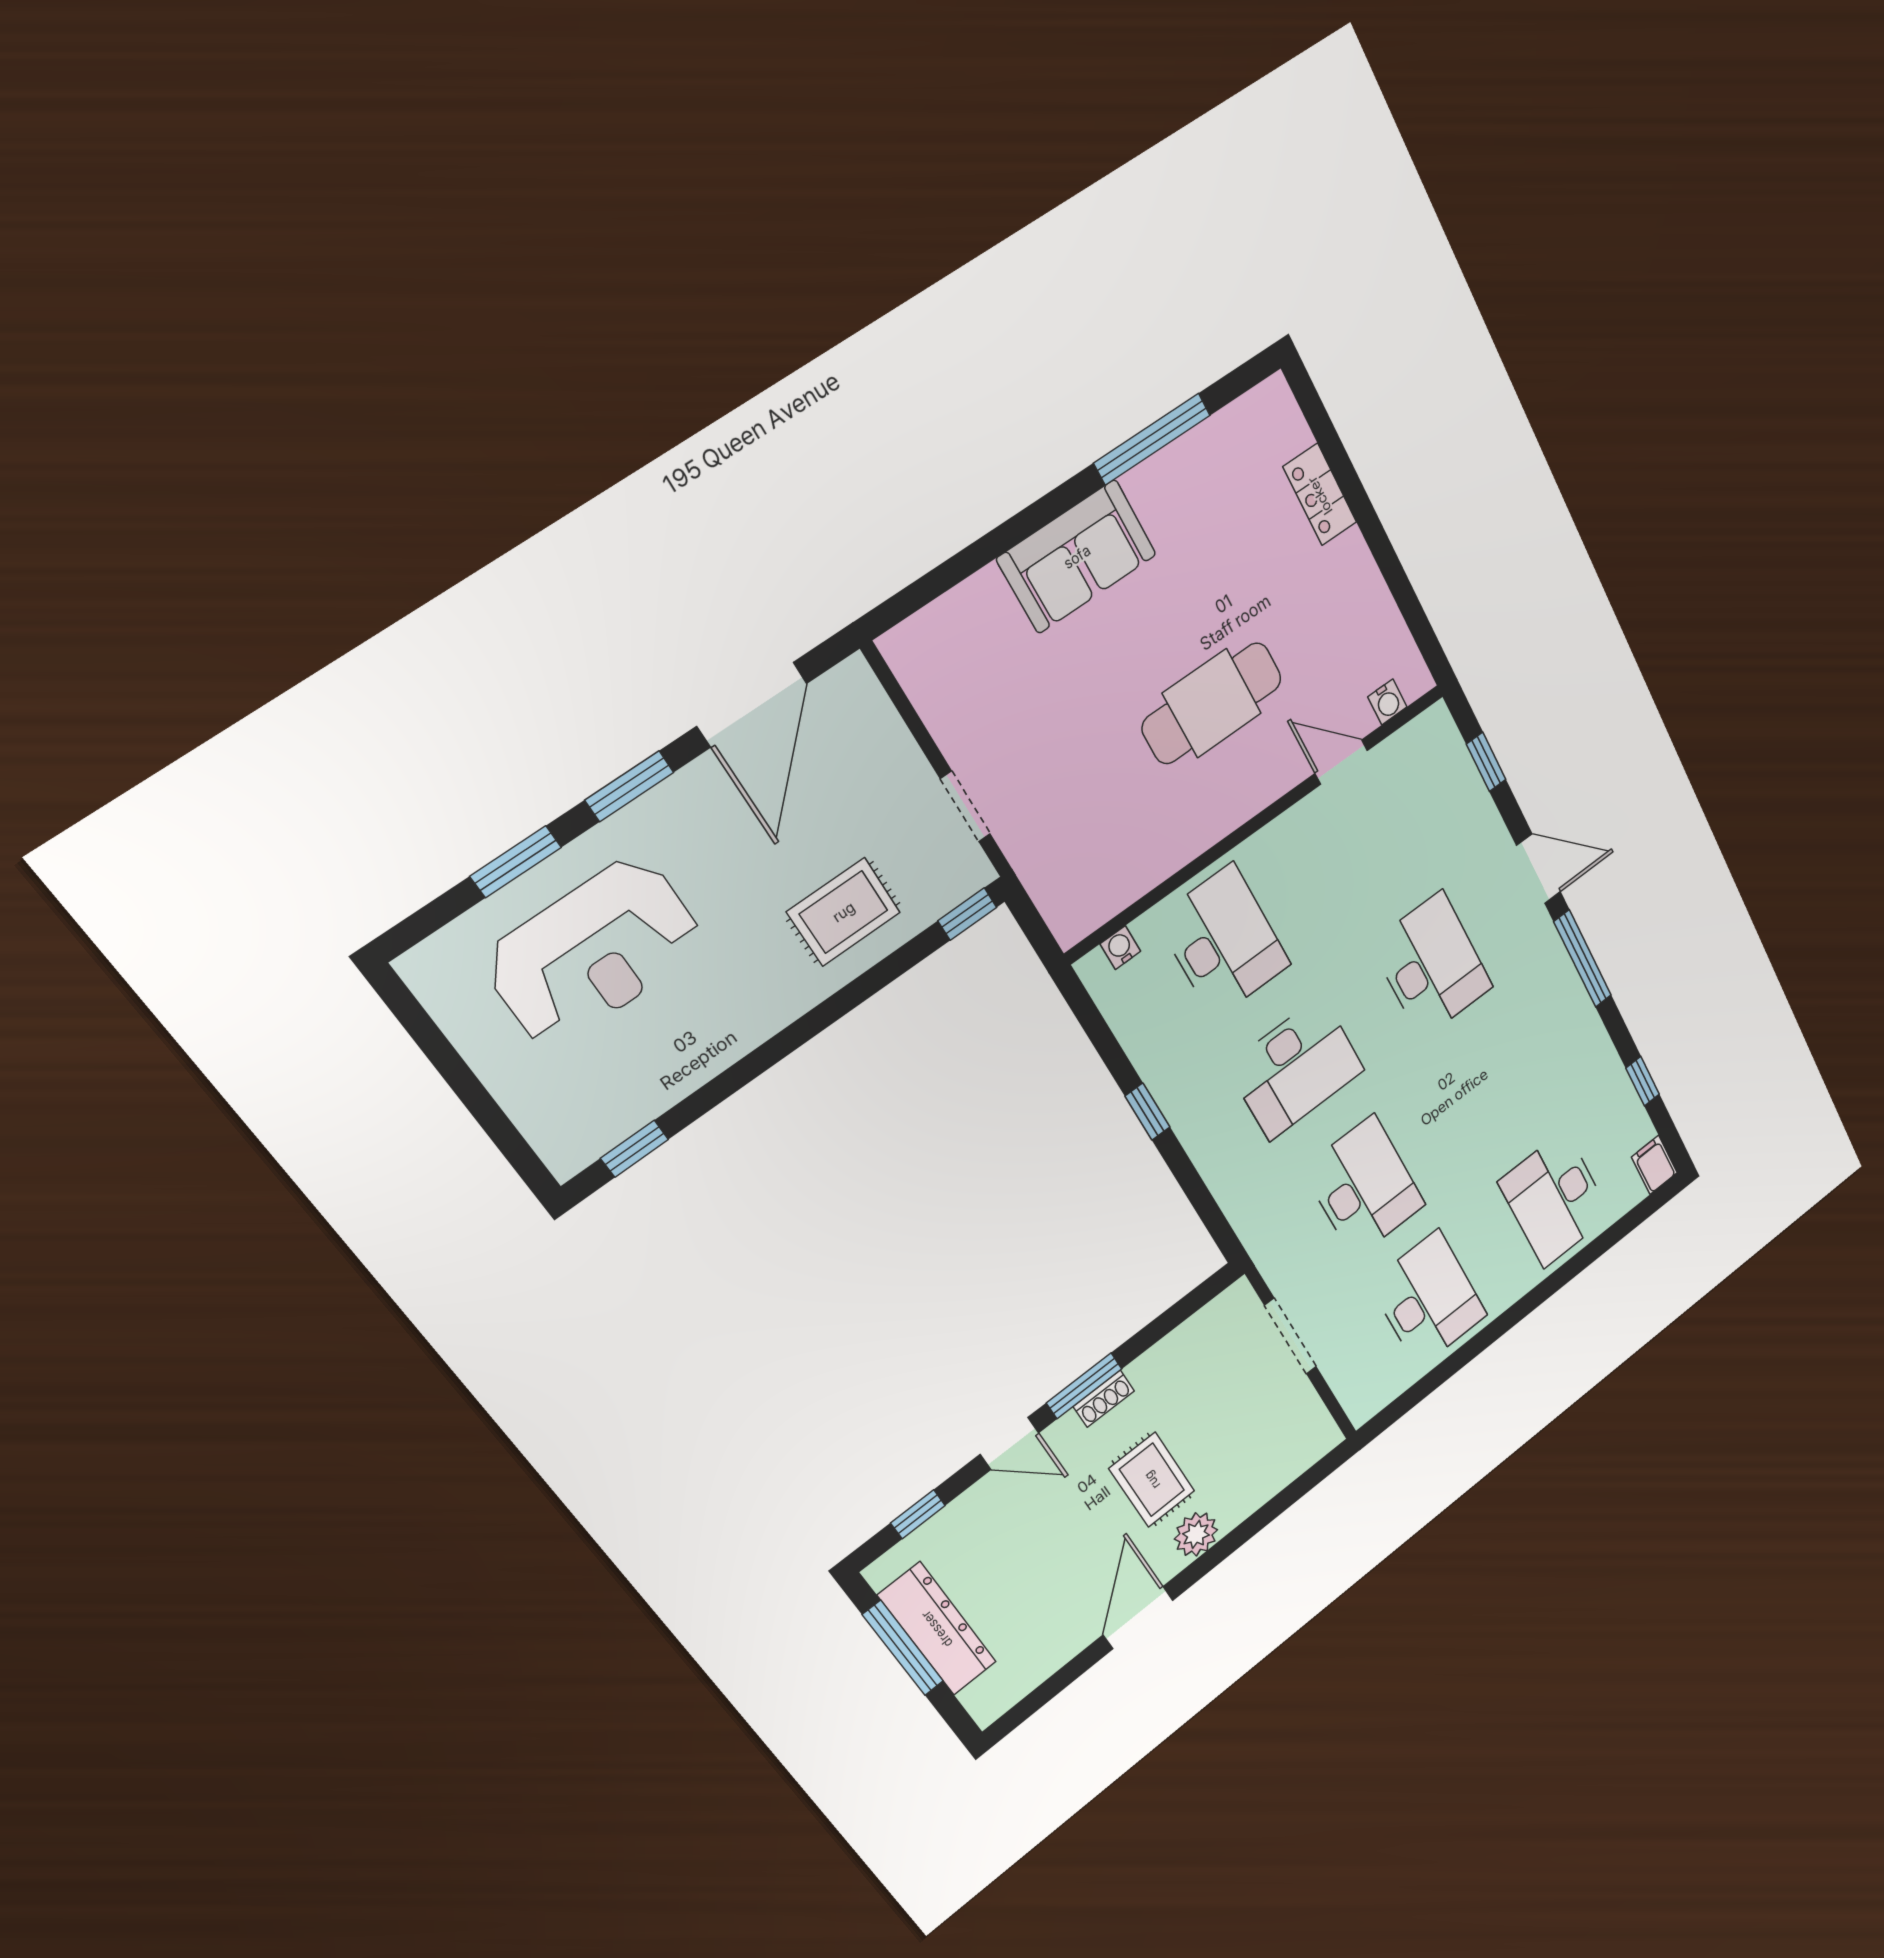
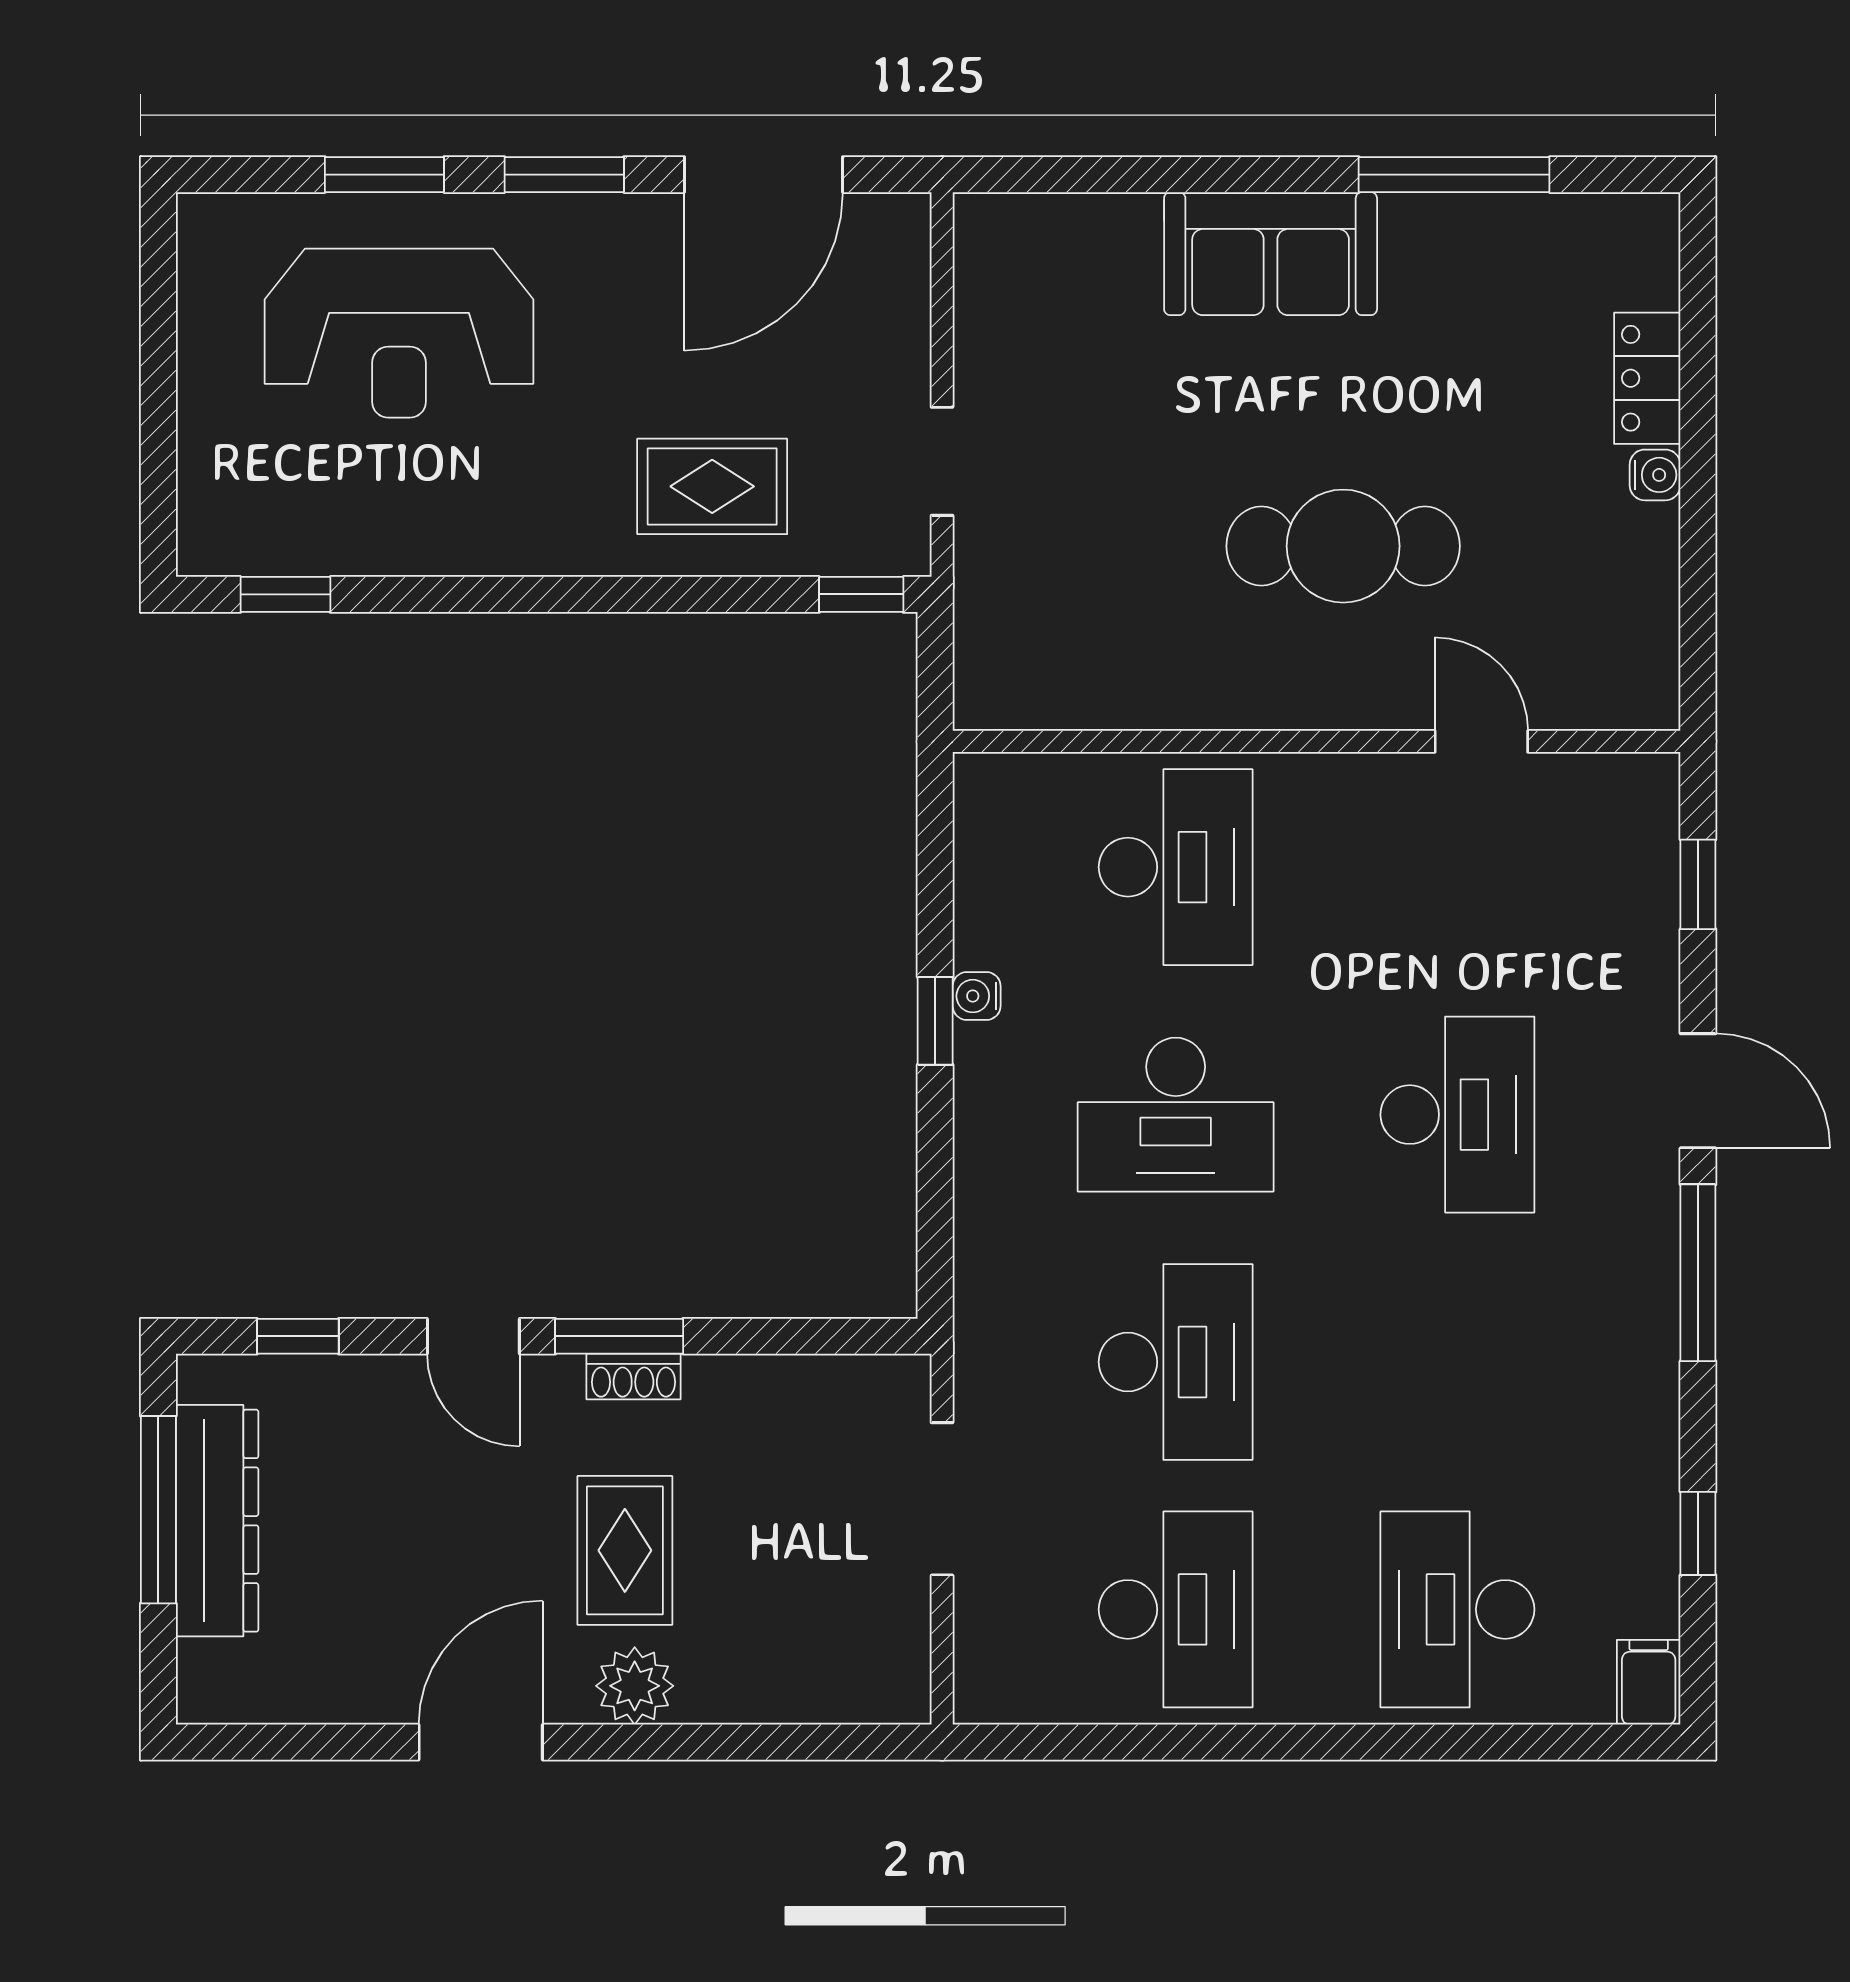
water cooler: (1387, 702) -> (1655, 475), moved, turned -90
water cooler: (1120, 948) -> (977, 996), moved, turned -90

